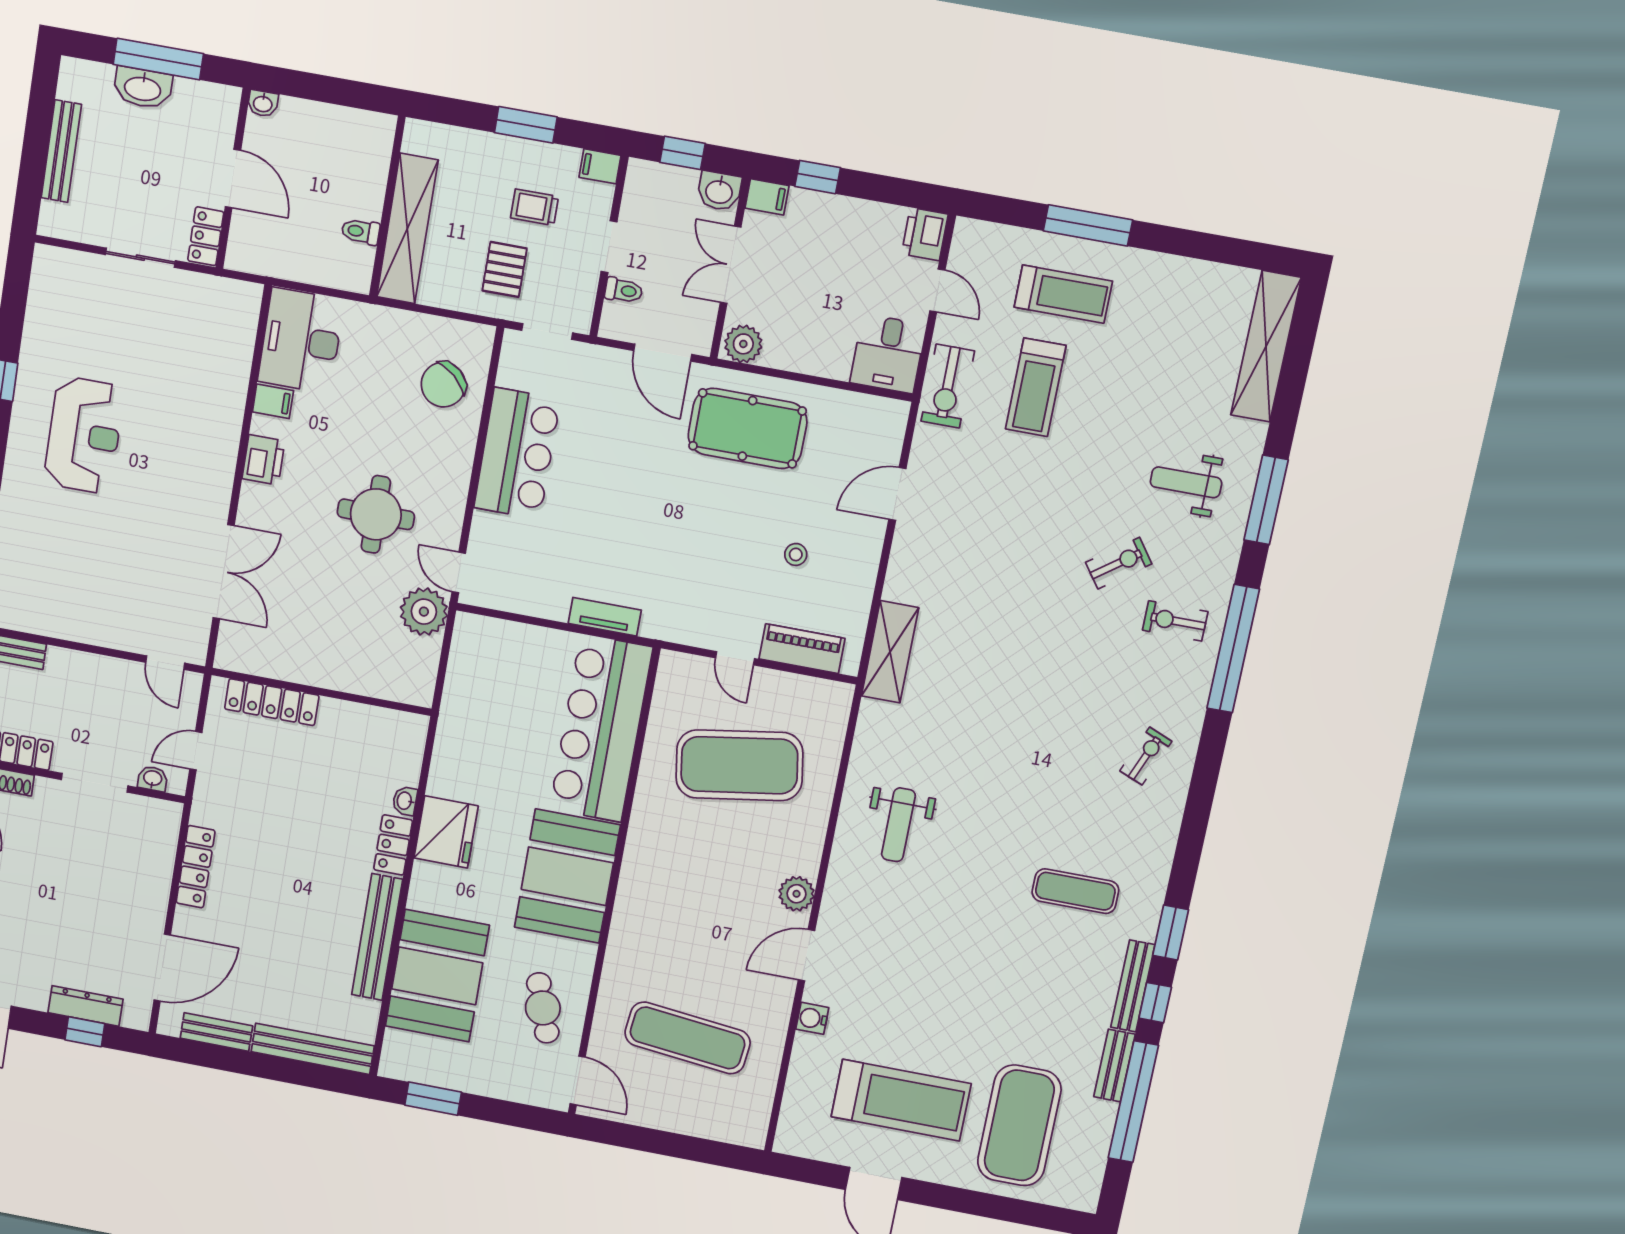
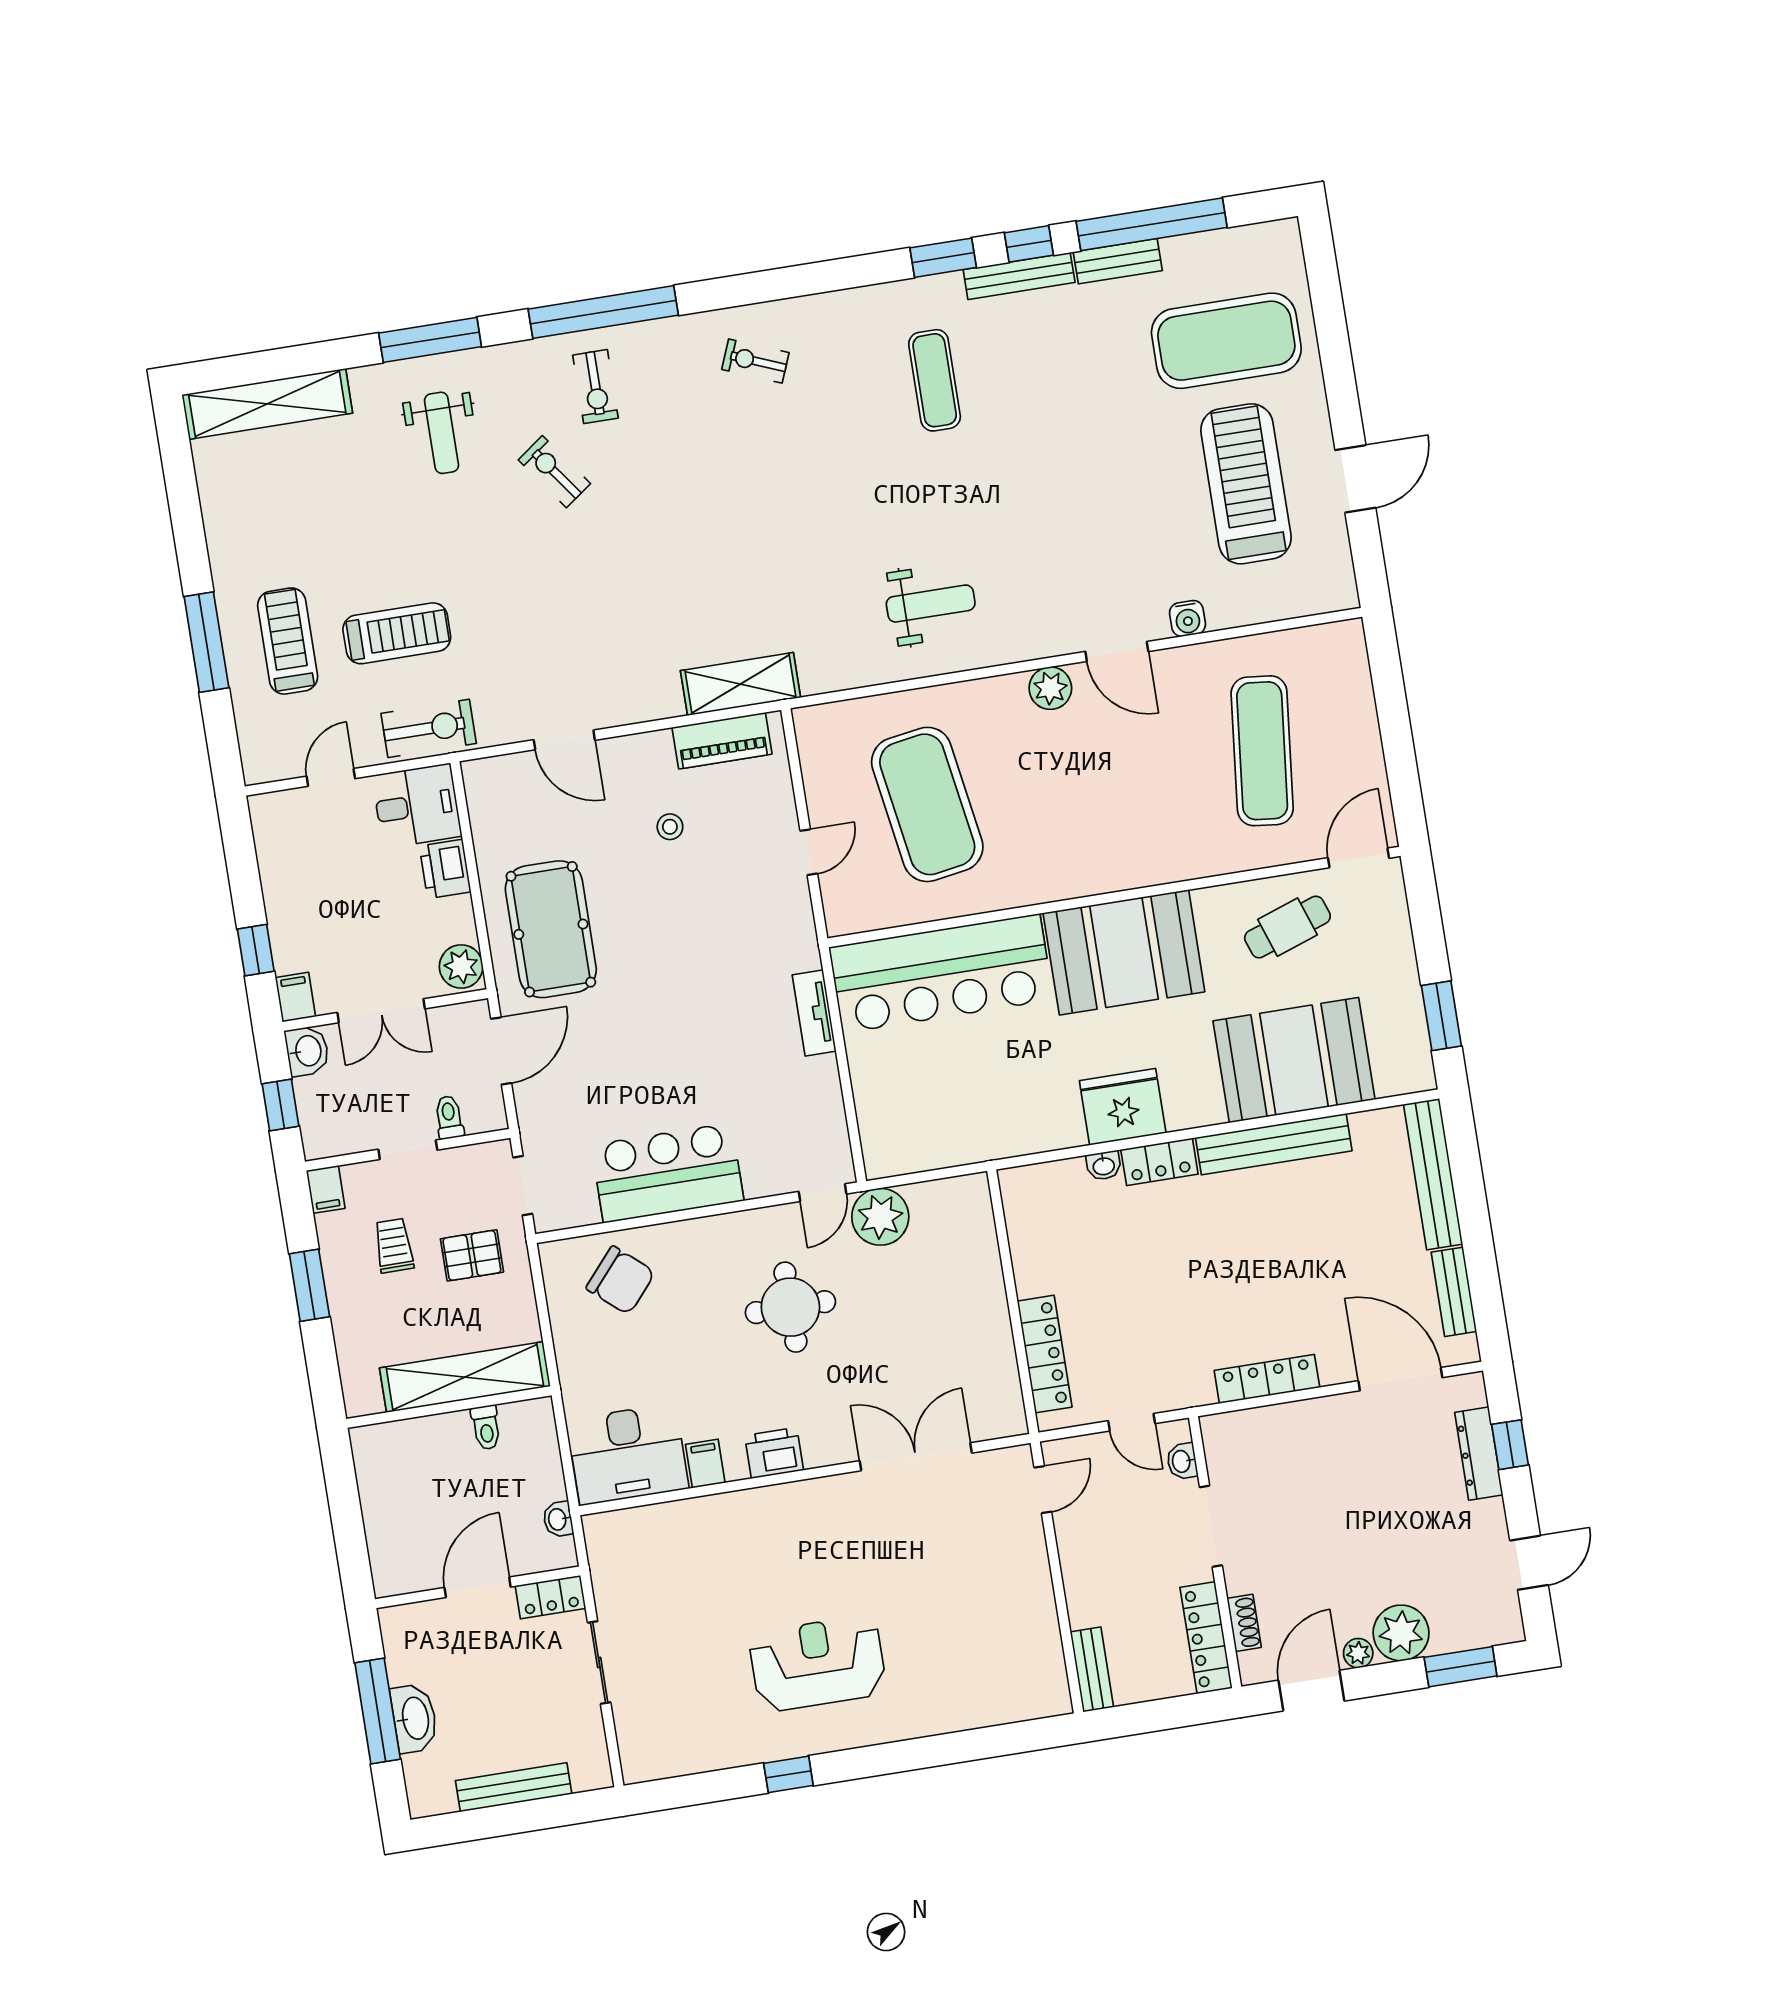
washbasin: (263, 103) -> (558, 1519), moved, turned 180
trolley: (534, 207) -> (394, 1246), turned 180
printer: (925, 234) -> (445, 869), moved, turned 90
piano: (802, 649) -> (722, 741), moved, turned -90

